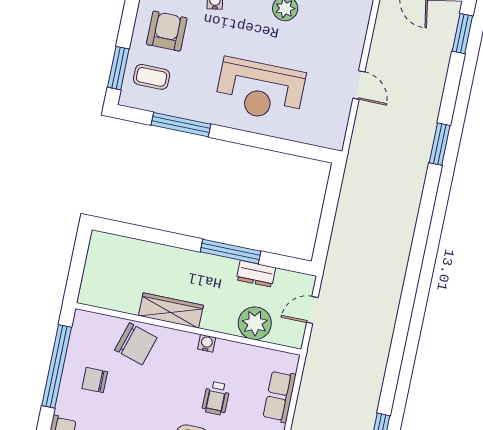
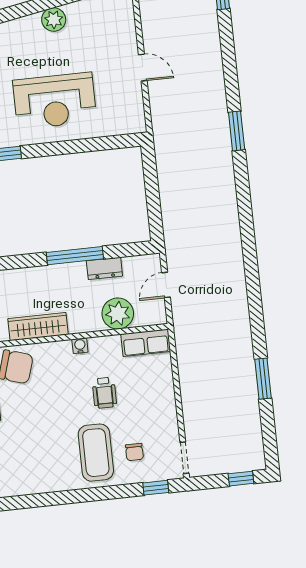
window: (440, 144) -> (237, 131), moved
row of seats: (279, 396) -> (146, 343), moved, turned -90

